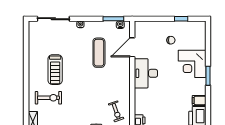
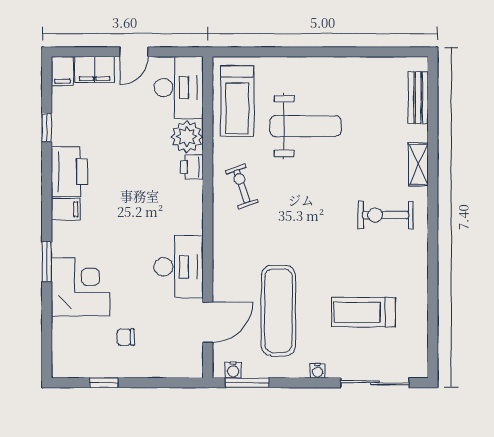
exercise mat: (99, 53) -> (278, 311), width x1.36, depth x1.45
treadmill: (55, 70) -> (363, 312), moved, turned -90

